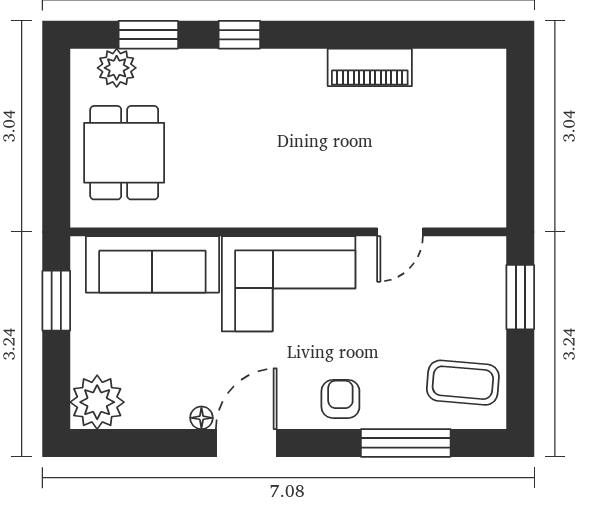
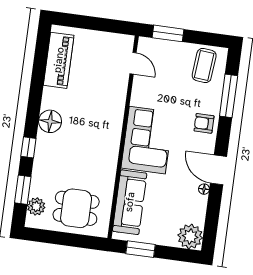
piano: (370, 67) -> (59, 60), moved, width x1.37, depth x1.33
floor lamp: (301, 73) -> (50, 121), added
door: (400, 232) -> (133, 63), moved

